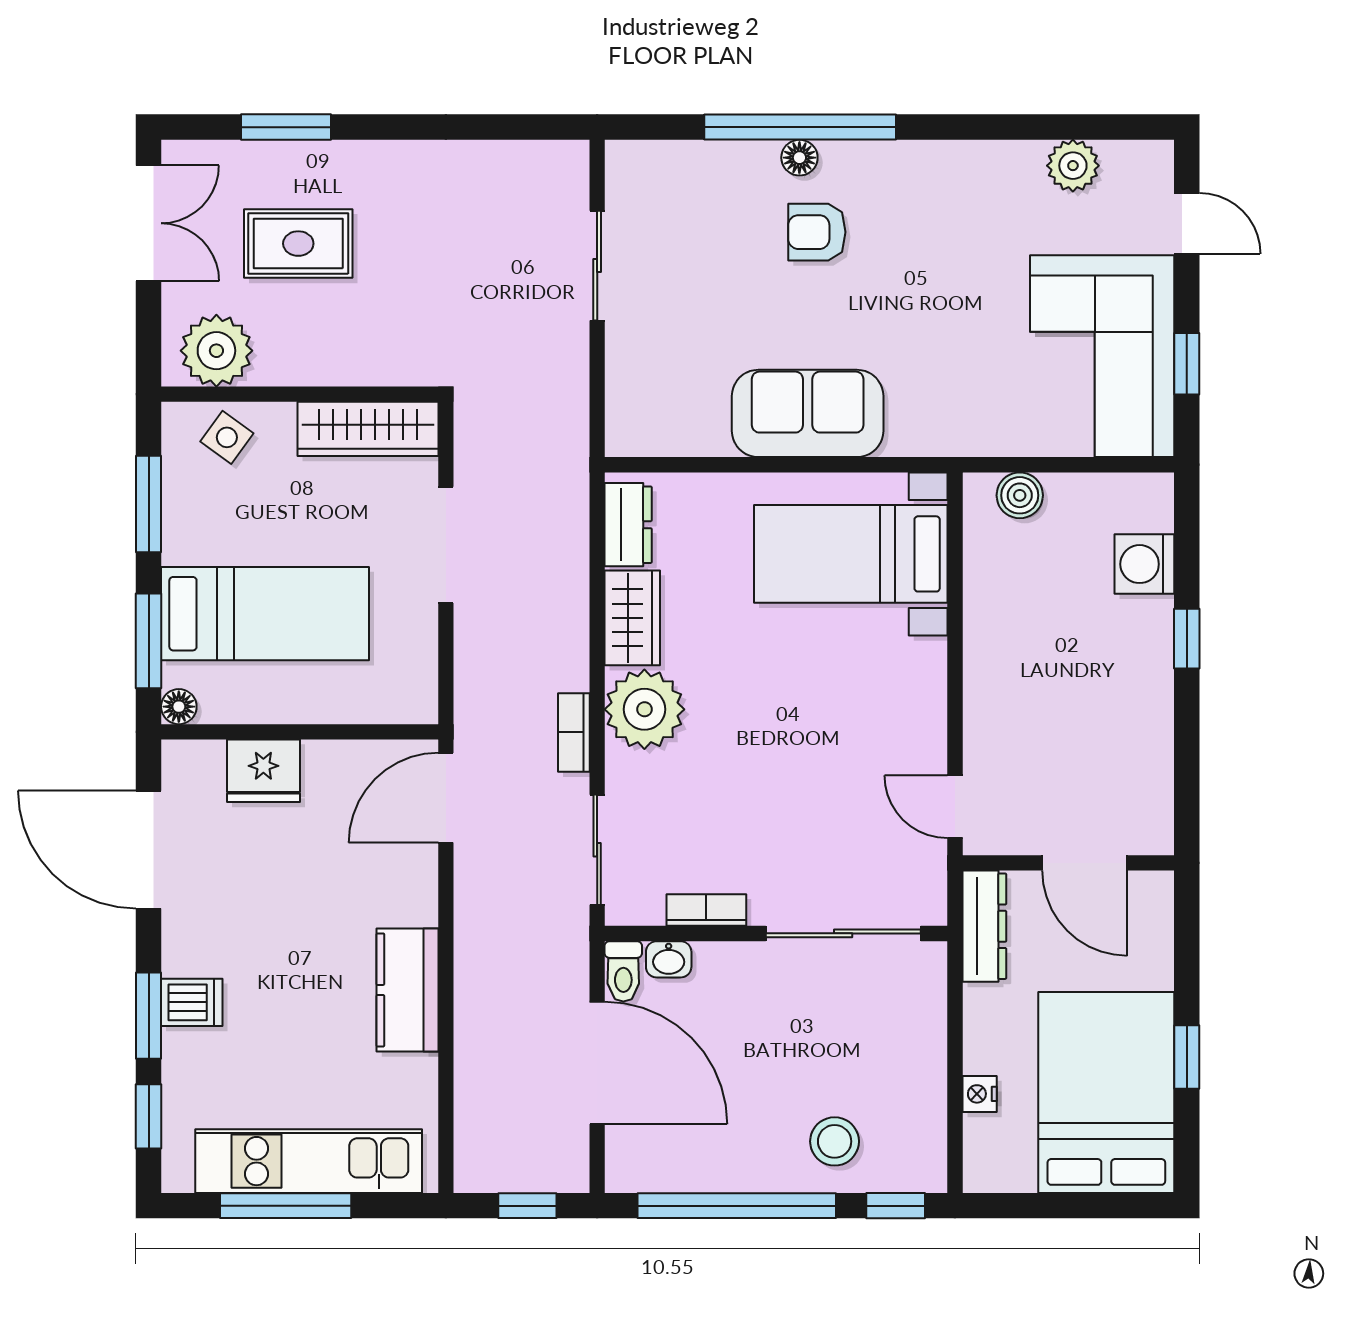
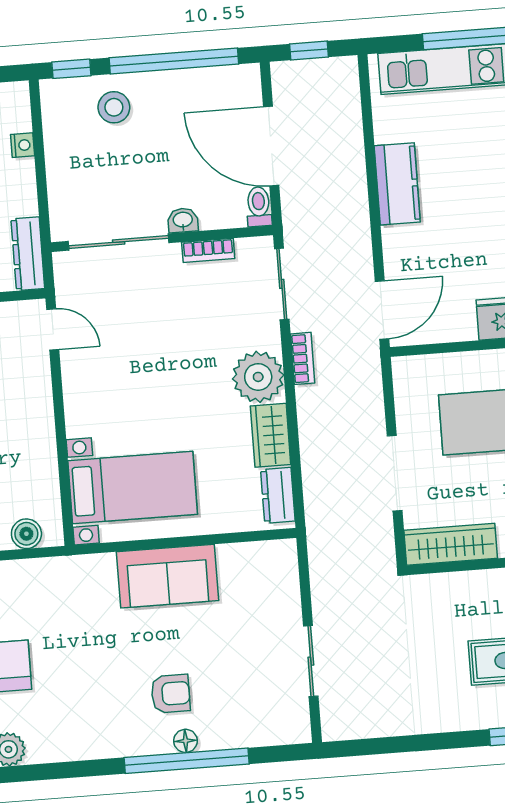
washbasin: (669, 959) -> (183, 220), moved

